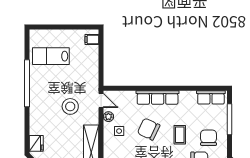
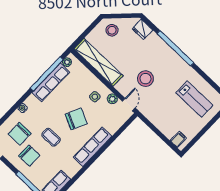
lab bench: (51, 56) -> (194, 99), turned 90
window: (27, 83) -> (175, 48), moved
door: (101, 101) -> (129, 105), swing flipped

